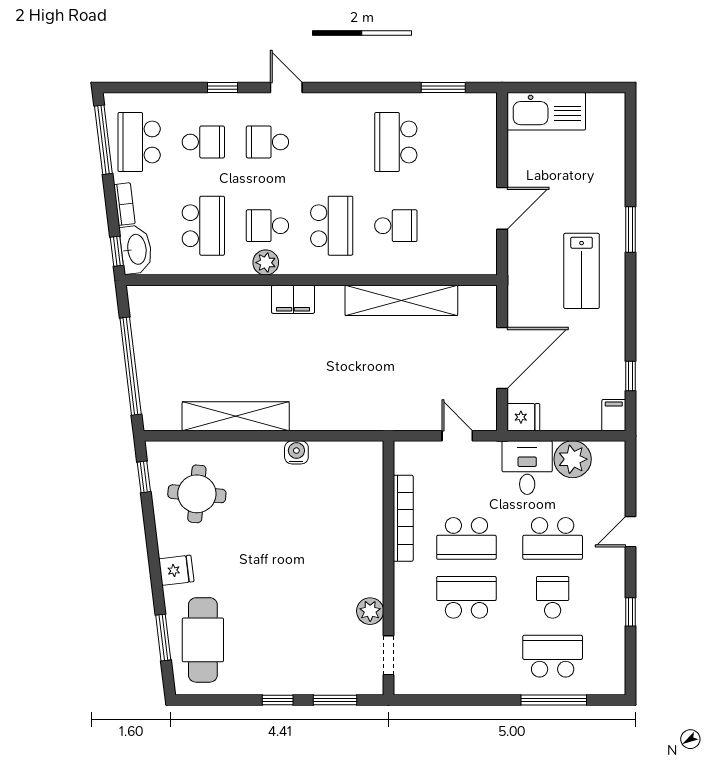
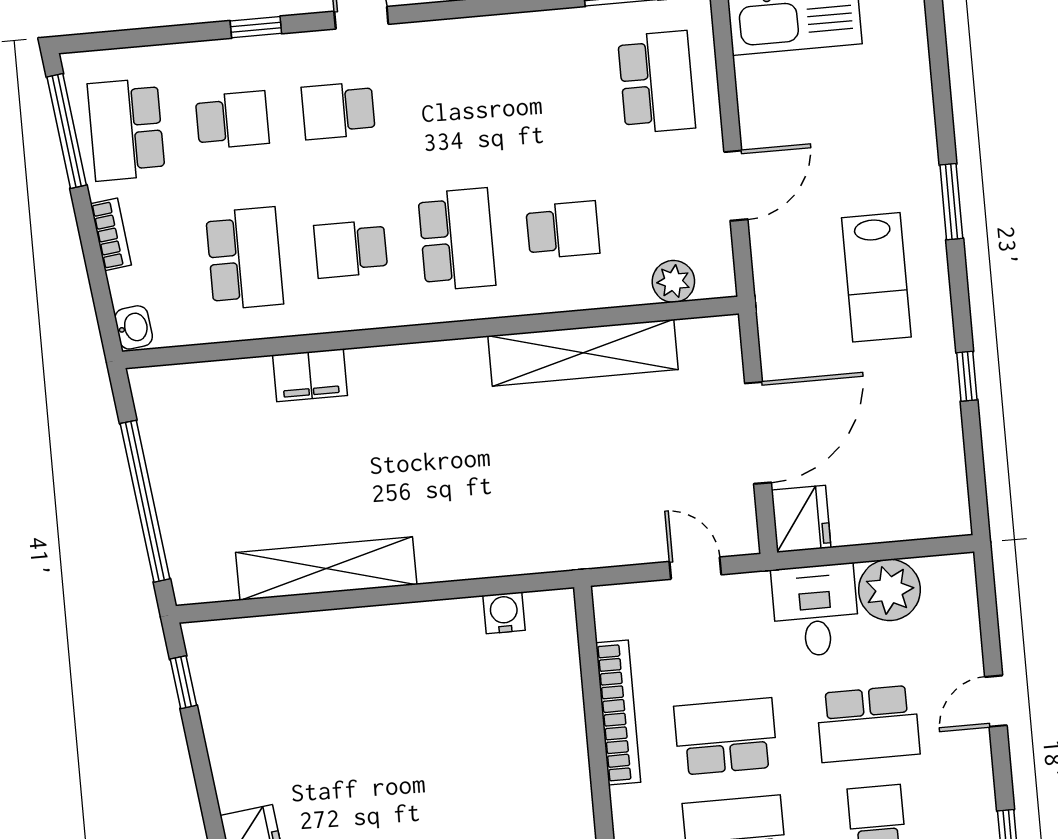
school desk: (396, 142) -> (657, 82), moved, turned 180
washbasin: (136, 249) -> (134, 327), width x0.52, depth x0.69
window: (117, 251) -> (105, 313), removed
plant: (266, 263) -> (673, 281), moved
filing cabinet: (293, 299) -> (310, 375), moved
window: (631, 376) -> (967, 376), moved
filing cabinet: (614, 415) -> (951, 511), removed
fridge: (523, 417) -> (801, 519), width x1.38
water cooler: (296, 452) -> (504, 613), moved
round table: (197, 494) -> (274, 702), removed
school desk: (466, 538) -> (726, 737), turned 180

